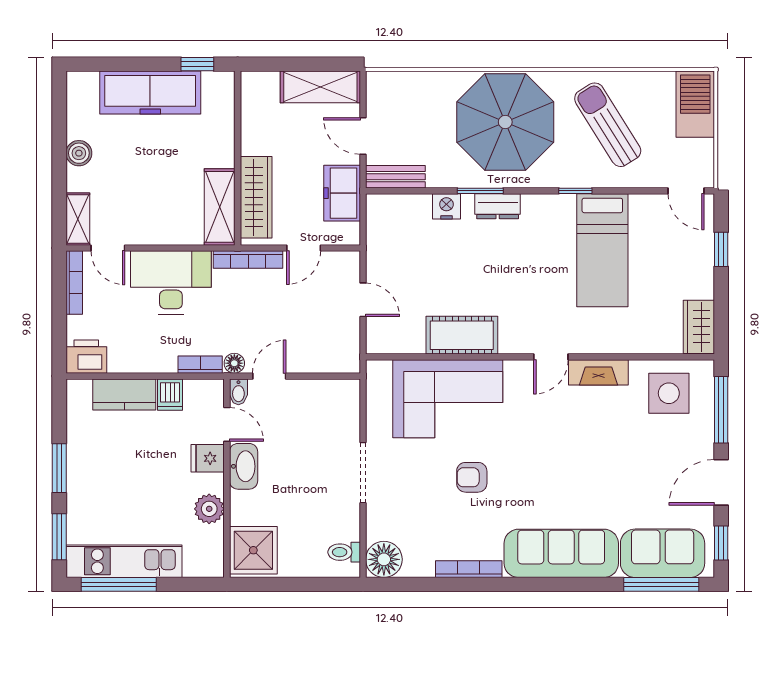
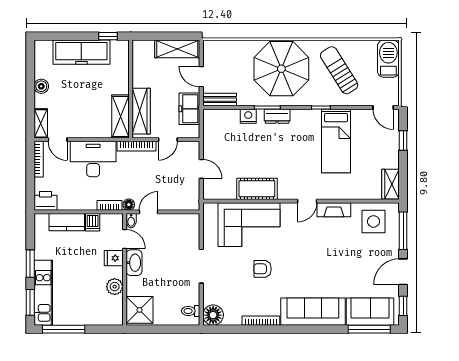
kitchen unit: (124, 561) -> (43, 293), moved, turned 90

